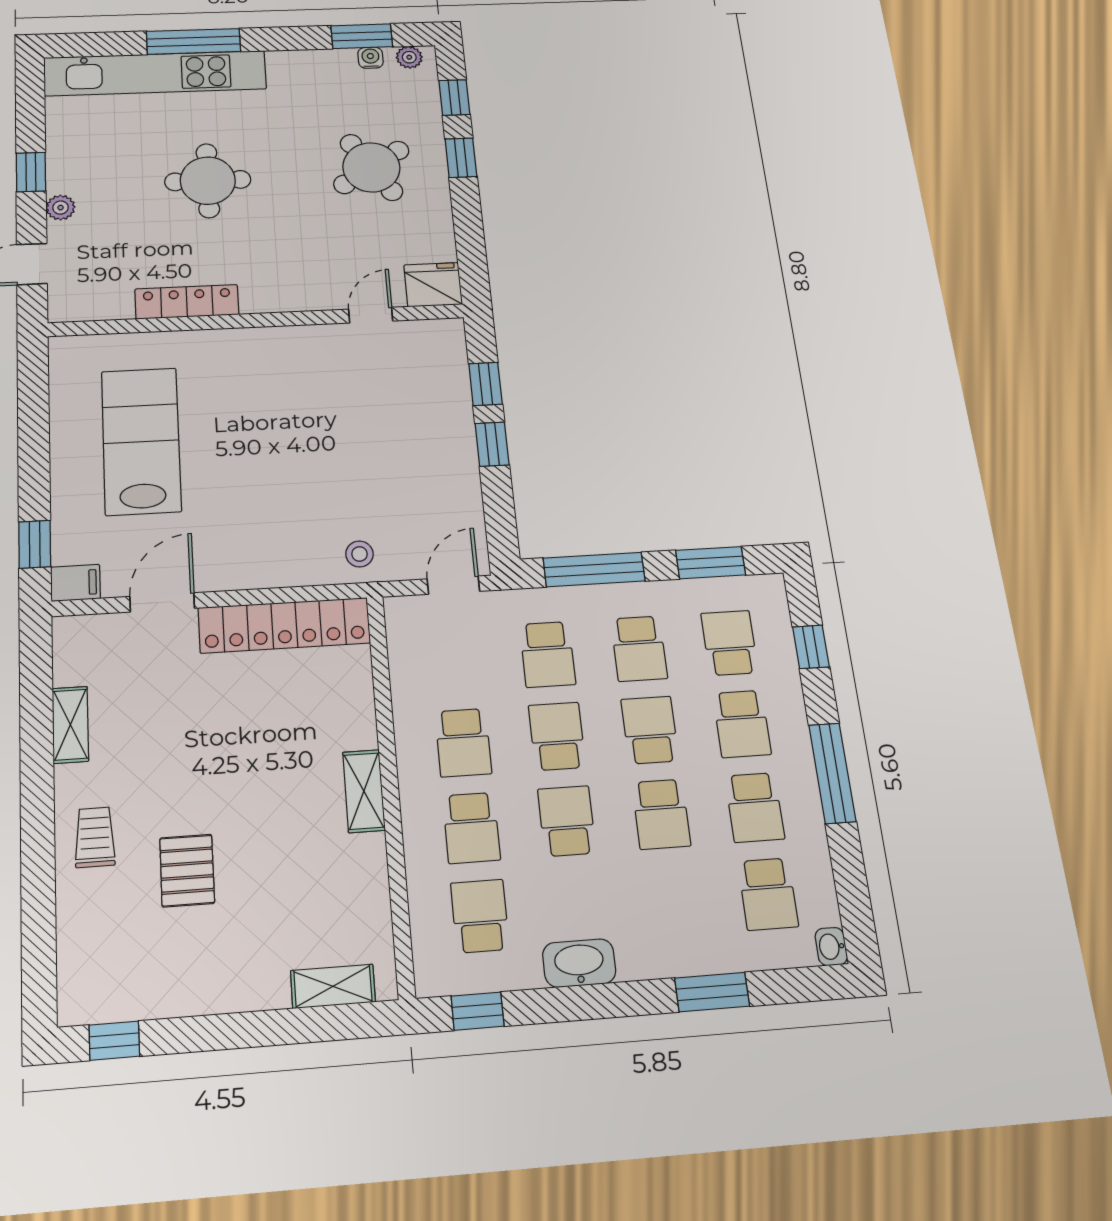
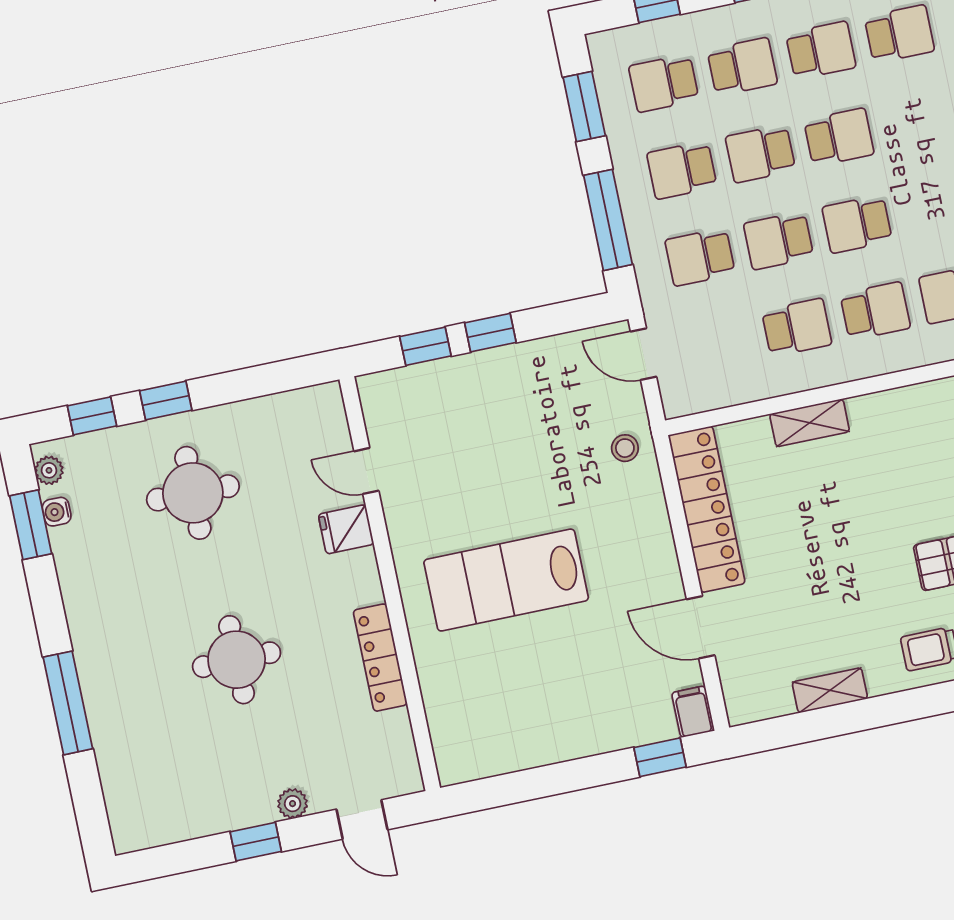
kitchen unit: (155, 73) -> (115, 736), removed
round table: (371, 167) -> (193, 493), turned 34
fridge: (433, 285) -> (346, 529), moved, width x0.72
lab bench: (141, 441) -> (506, 580), moved
school desk: (639, 649) -> (682, 170), turned 180
school desk: (548, 654) -> (700, 257), turned 180
shelving: (364, 791) -> (810, 423), moved

